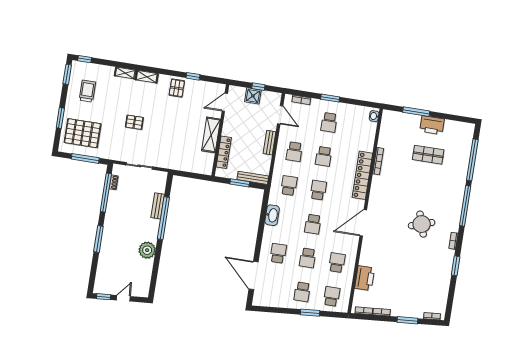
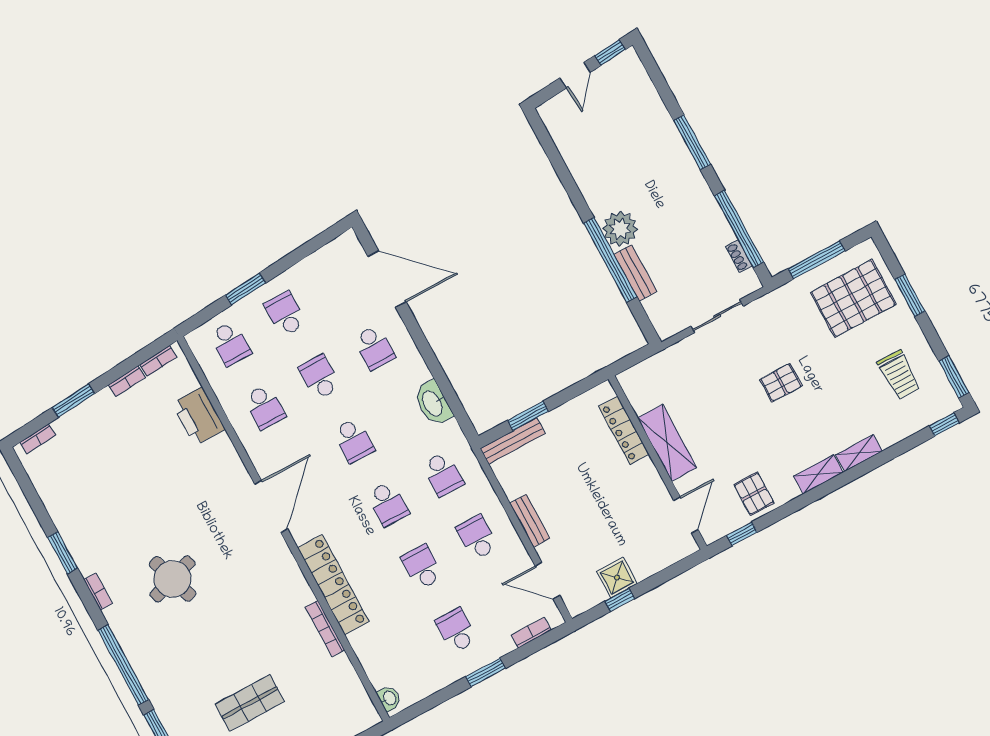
door: (225, 102) -> (686, 515), moved
wall: (220, 130) -> (658, 463), moved
shelving: (211, 135) -> (667, 443), moved
locker: (224, 152) -> (624, 430), moved
school desk: (313, 224) -> (354, 440), turned 180
plant: (147, 250) -> (620, 229), moved

